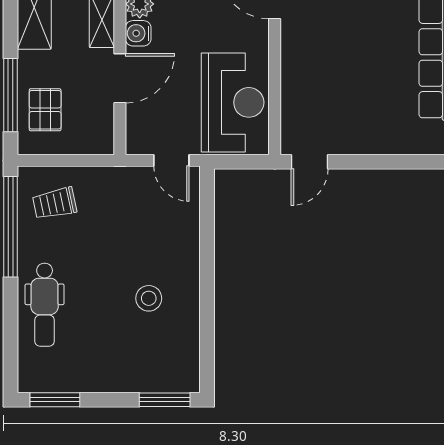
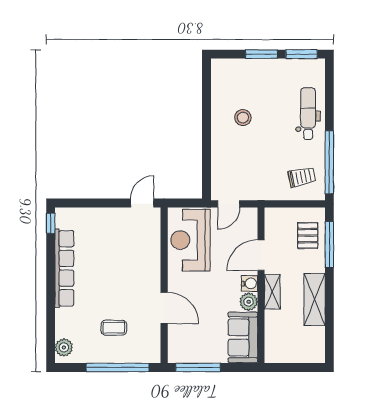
door: (171, 160) -> (229, 204), swing flipped
window: (165, 400) -> (261, 54), moved

